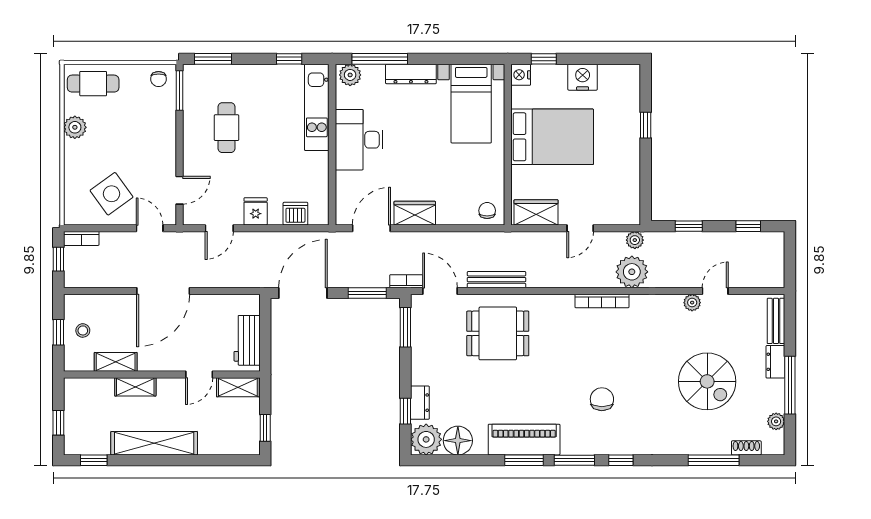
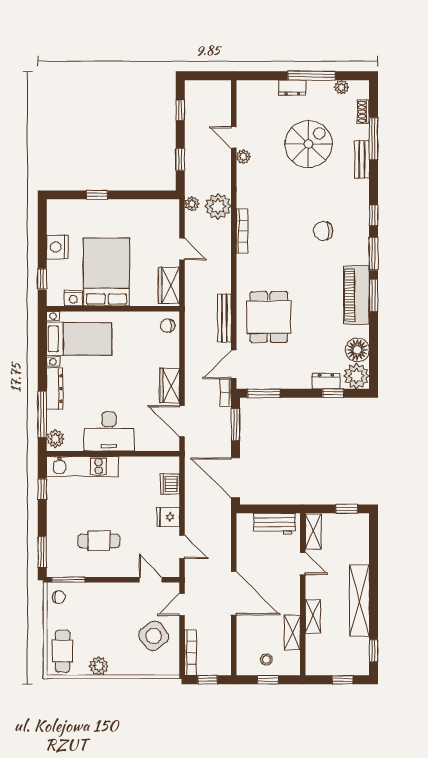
nightstand: (521, 75) -> (73, 298), moved
bookcase: (81, 238) -> (190, 653), width x1.56
bench: (776, 321) -> (362, 159), moved, turned 90

